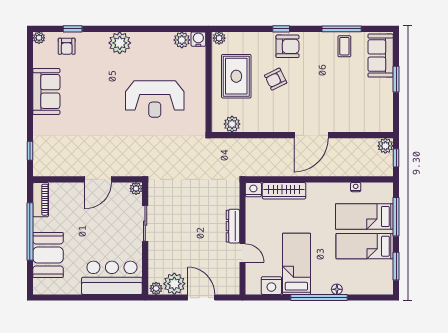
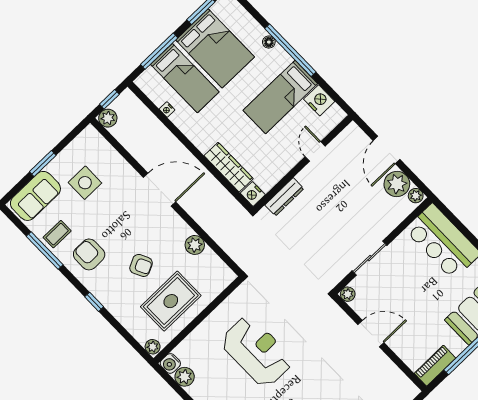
armchair: (287, 46) -> (89, 254), moved
side table: (359, 94) -> (85, 183), added
plant: (232, 124) -> (195, 245), moved
dresser: (233, 226) -> (284, 197), moved
bed: (365, 246) -> (215, 48), width x1.50

